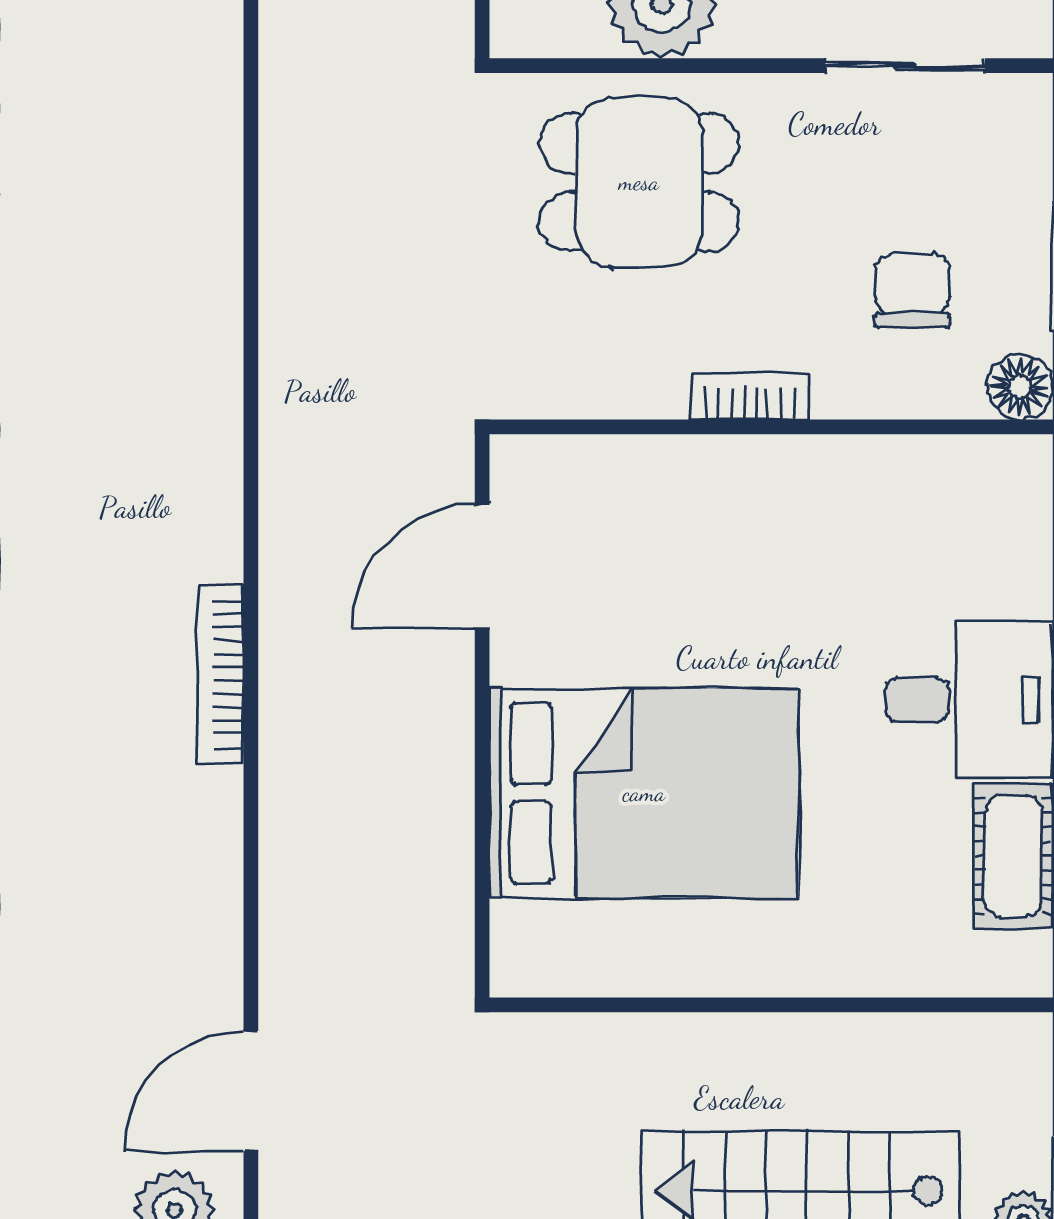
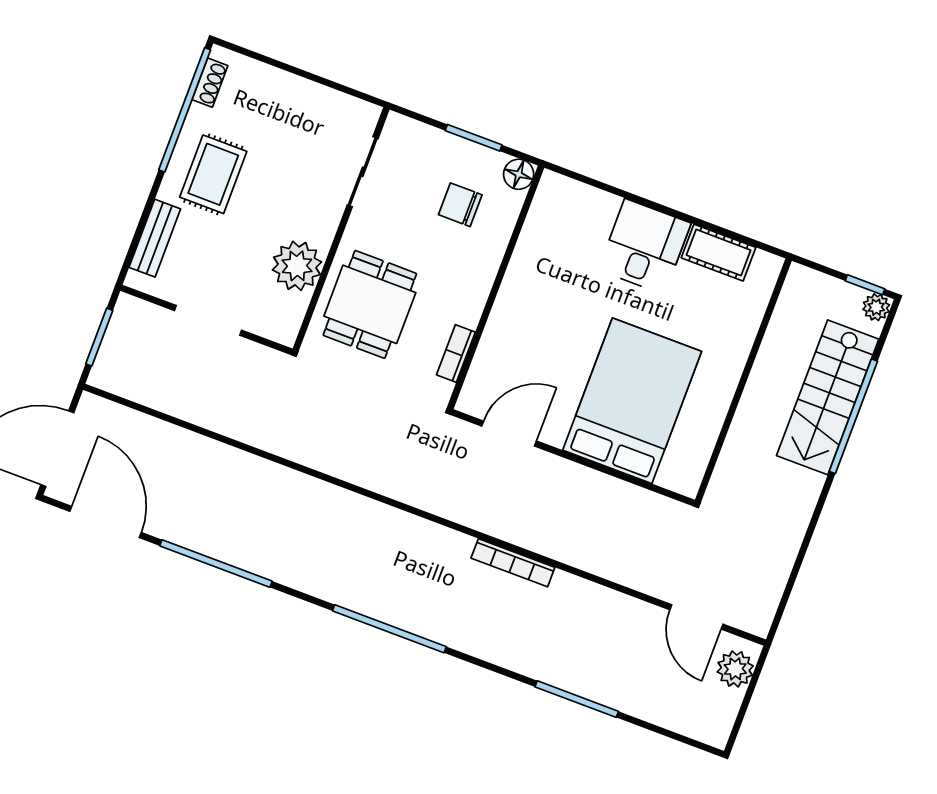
bookcase: (750, 396) -> (456, 353), moved
door: (482, 566) -> (509, 434), swing flipped

